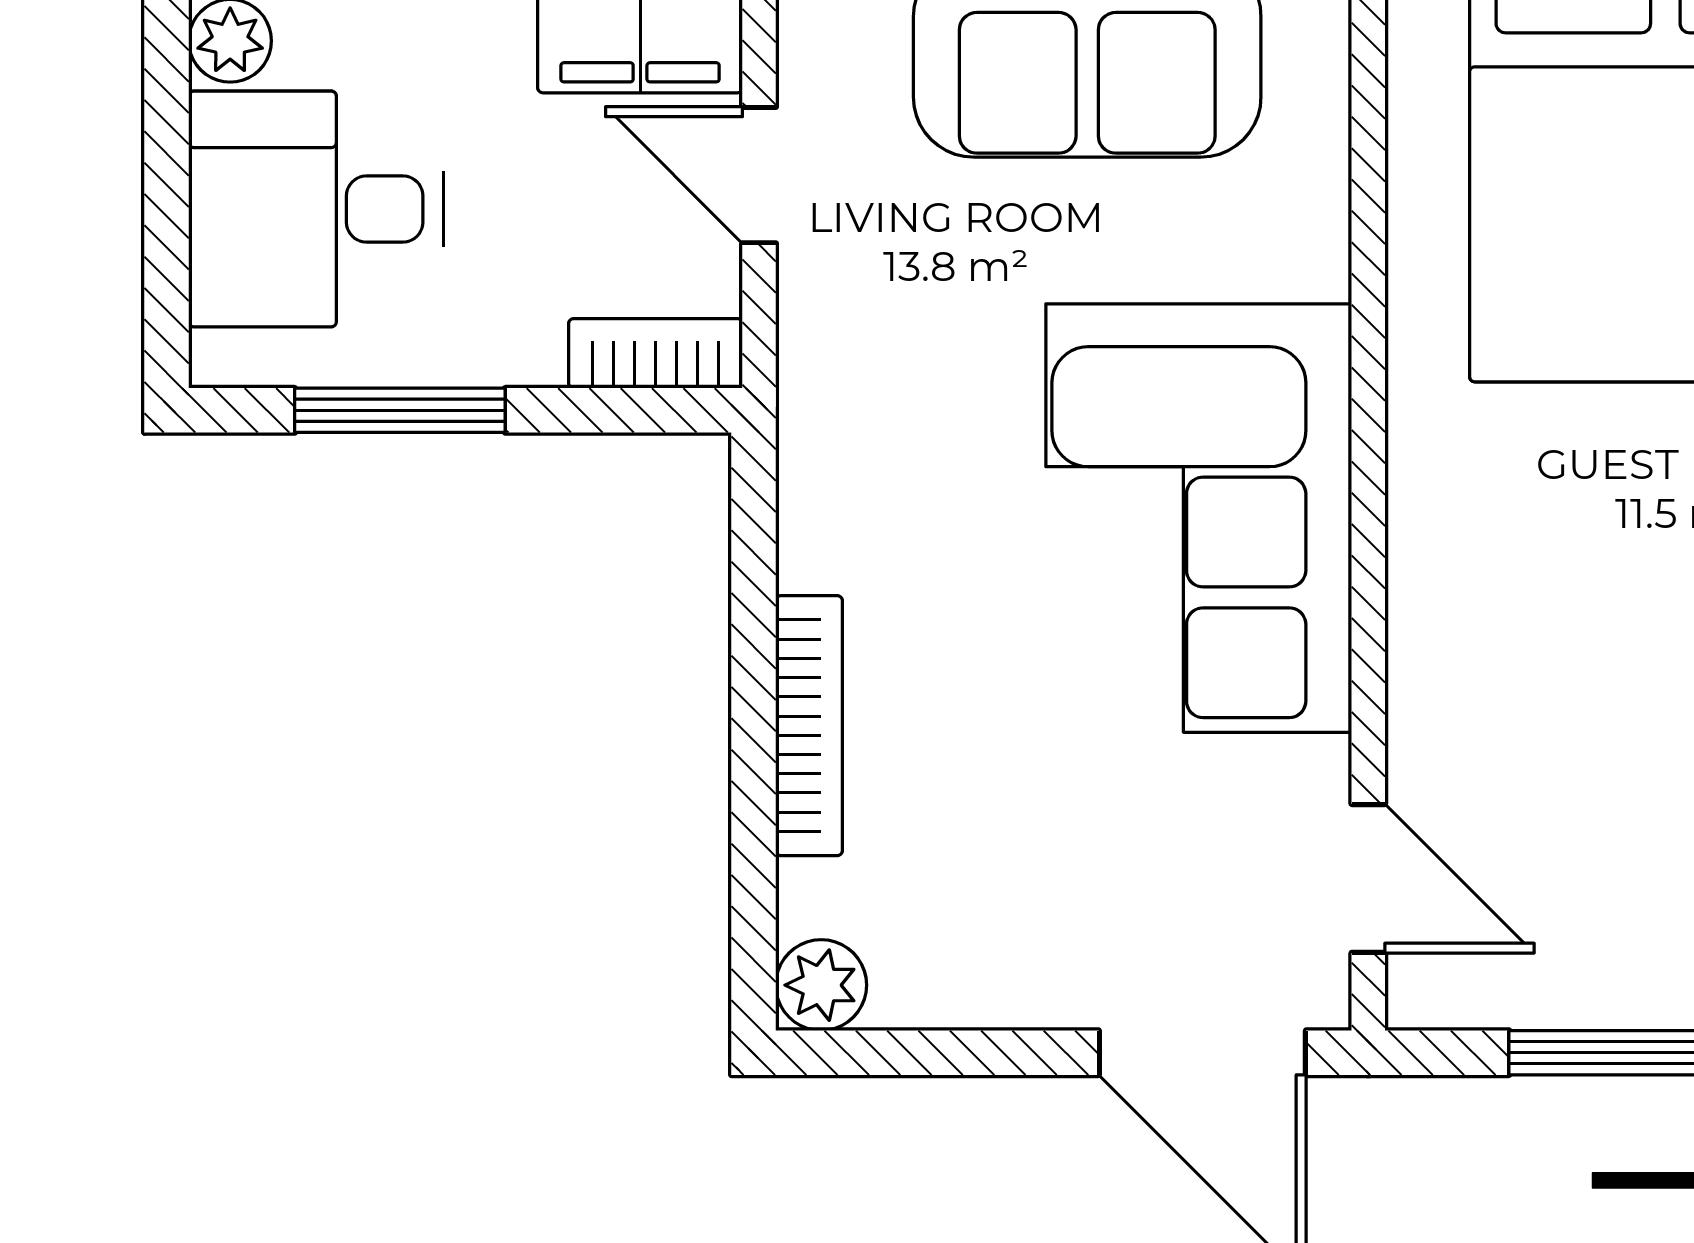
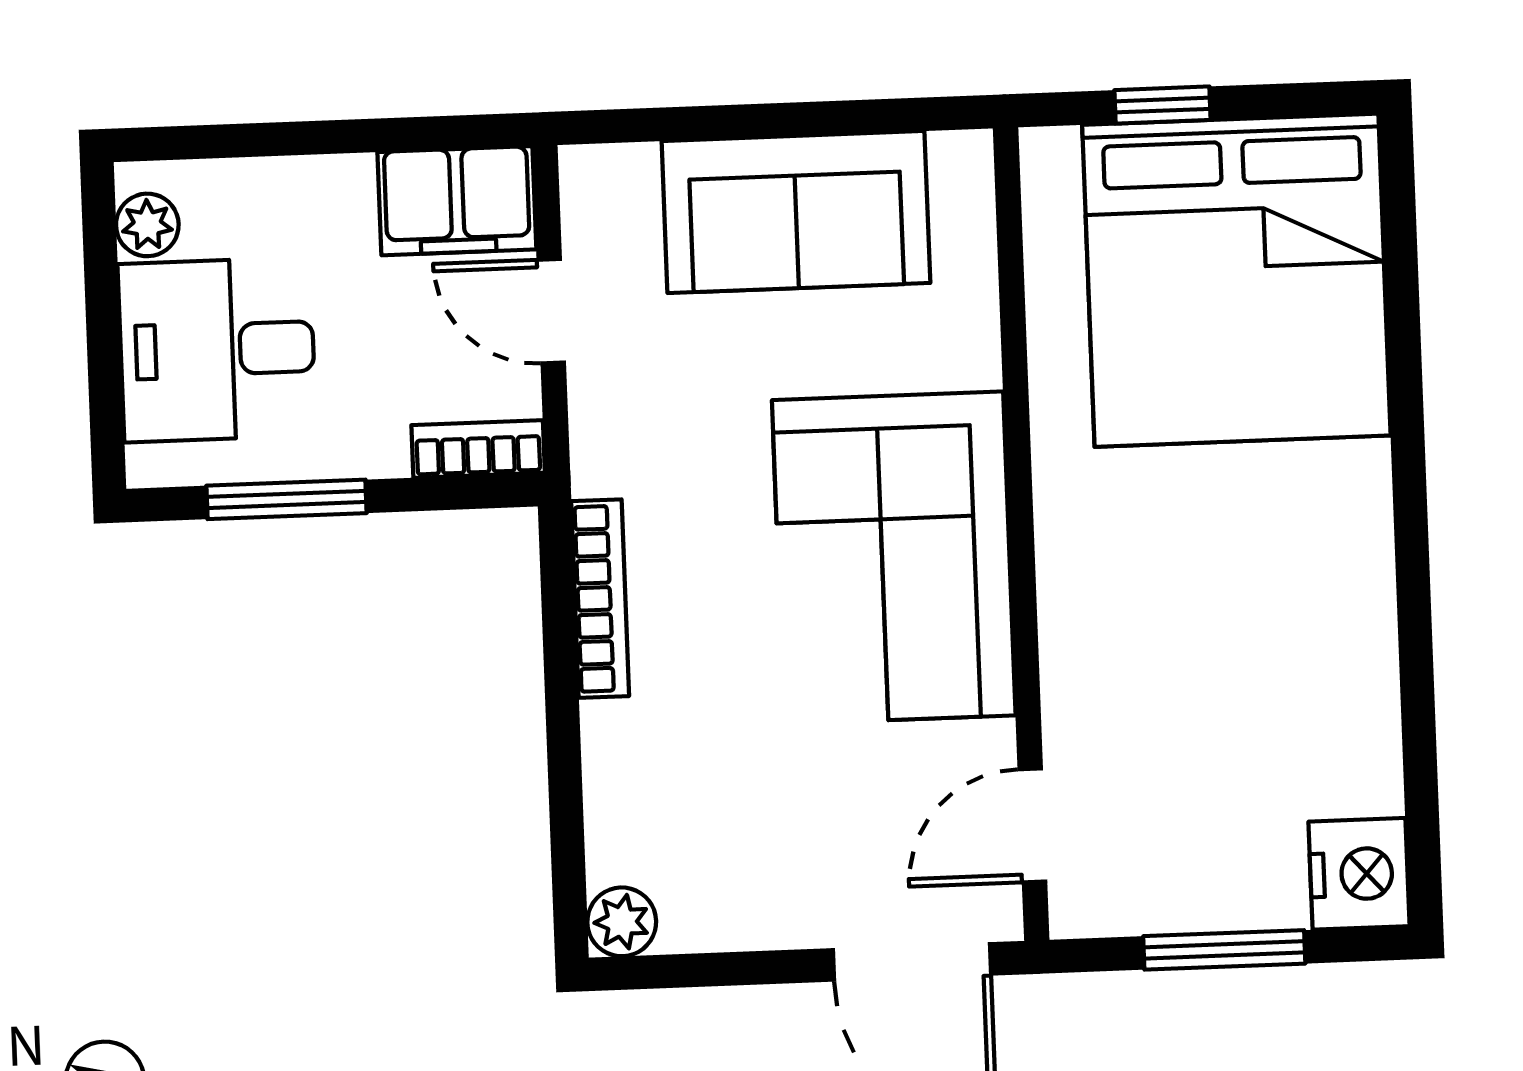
bookcase: (809, 726) -> (600, 599), moved
door: (1368, 878) -> (1032, 825), swing flipped

